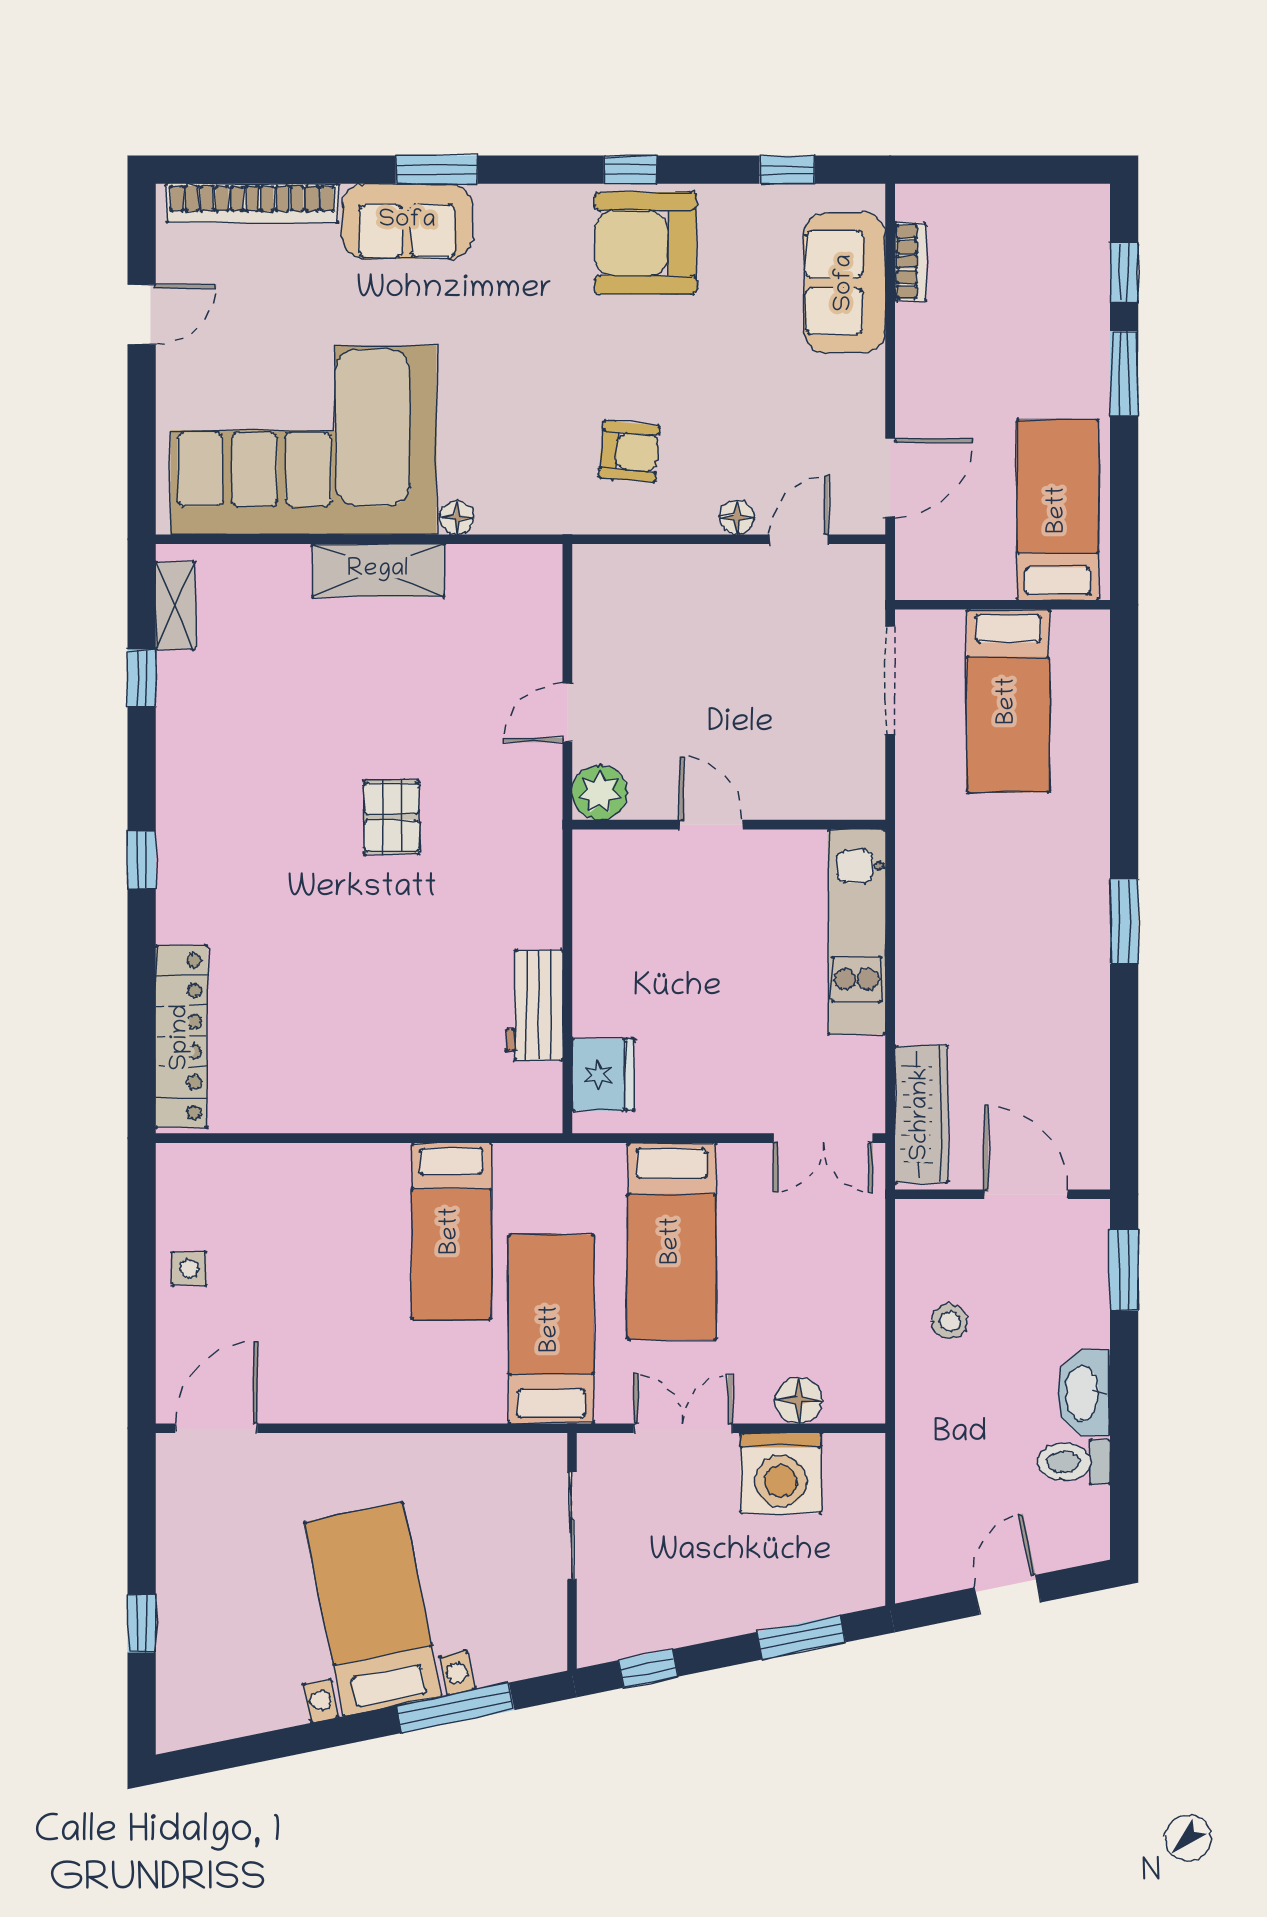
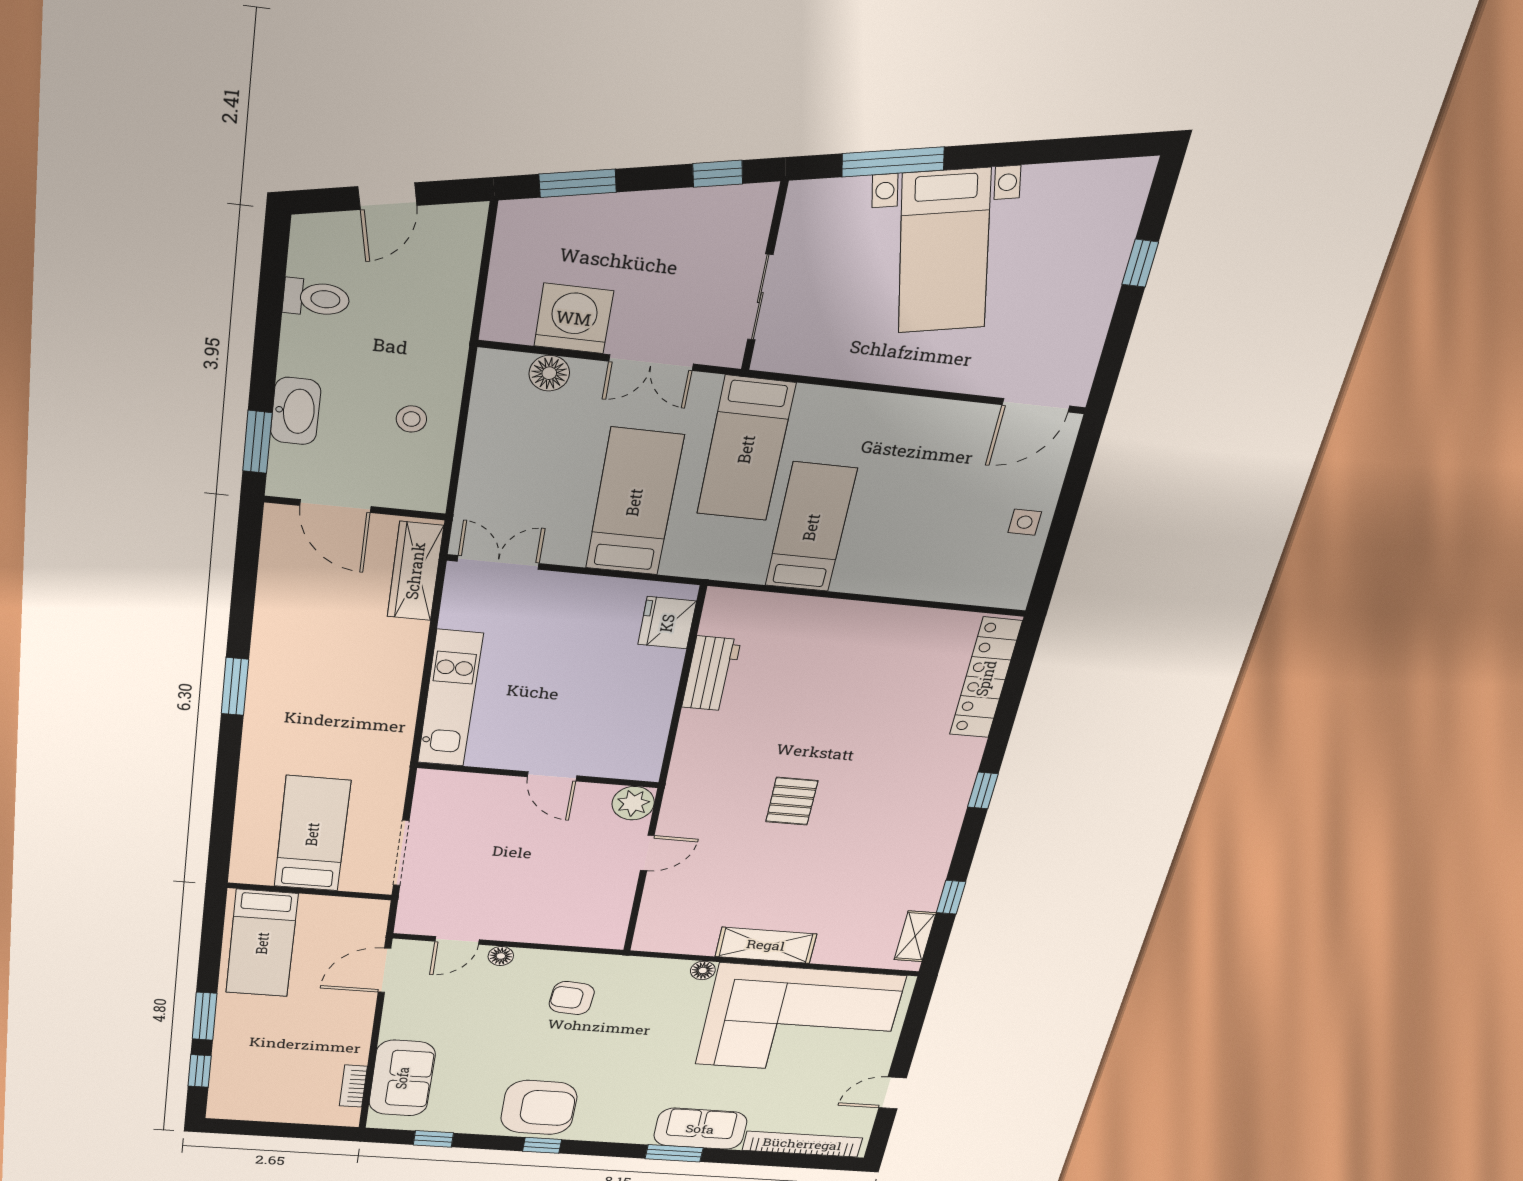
washbasin: (1084, 1393) -> (296, 411), moved

